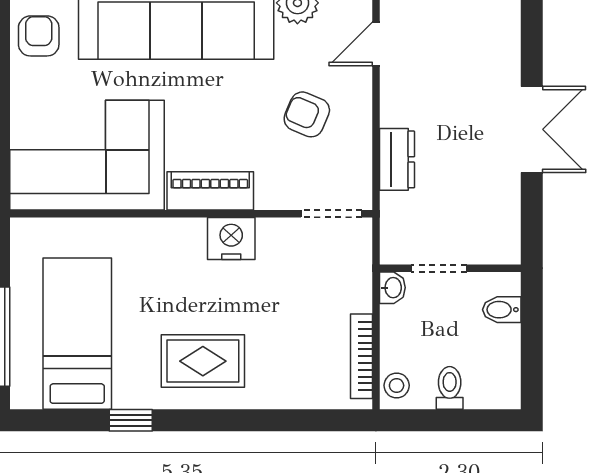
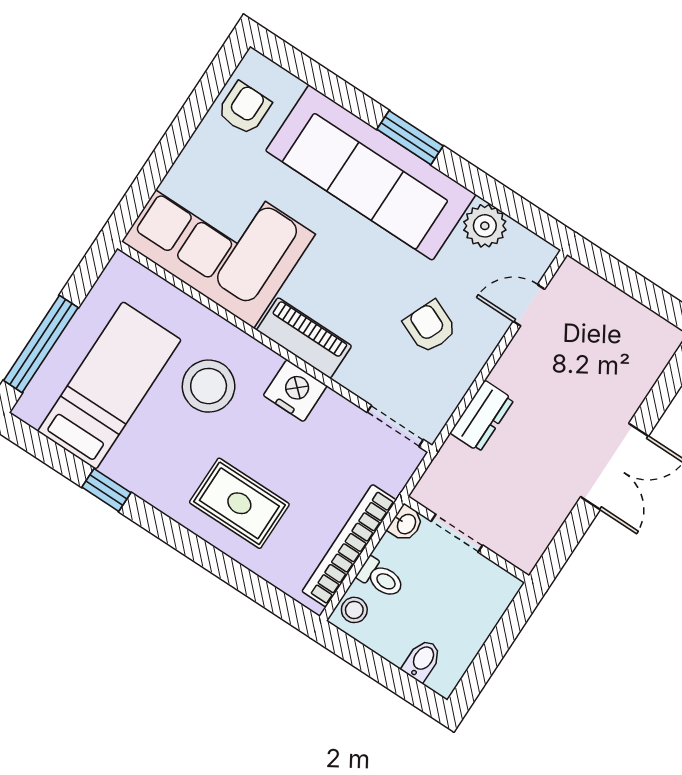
stool: (158, 281) -> (209, 386), added
bidet: (502, 310) -> (422, 660), moved, turned 90
bookcase: (361, 356) -> (349, 546), width x1.48, depth x1.31
rug: (203, 361) -> (239, 503), moved
toilet: (450, 388) -> (381, 578), moved, turned 90

